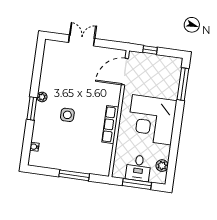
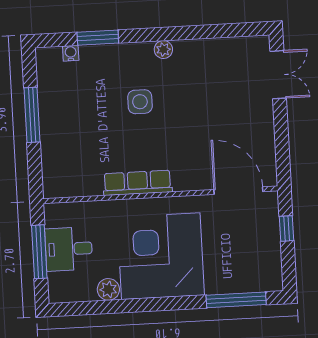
double door: (82, 40) -> (278, 75), moved
window: (32, 108) -> (98, 38), moved
plant: (162, 166) -> (108, 289), moved
window: (74, 175) -> (32, 115), moved

